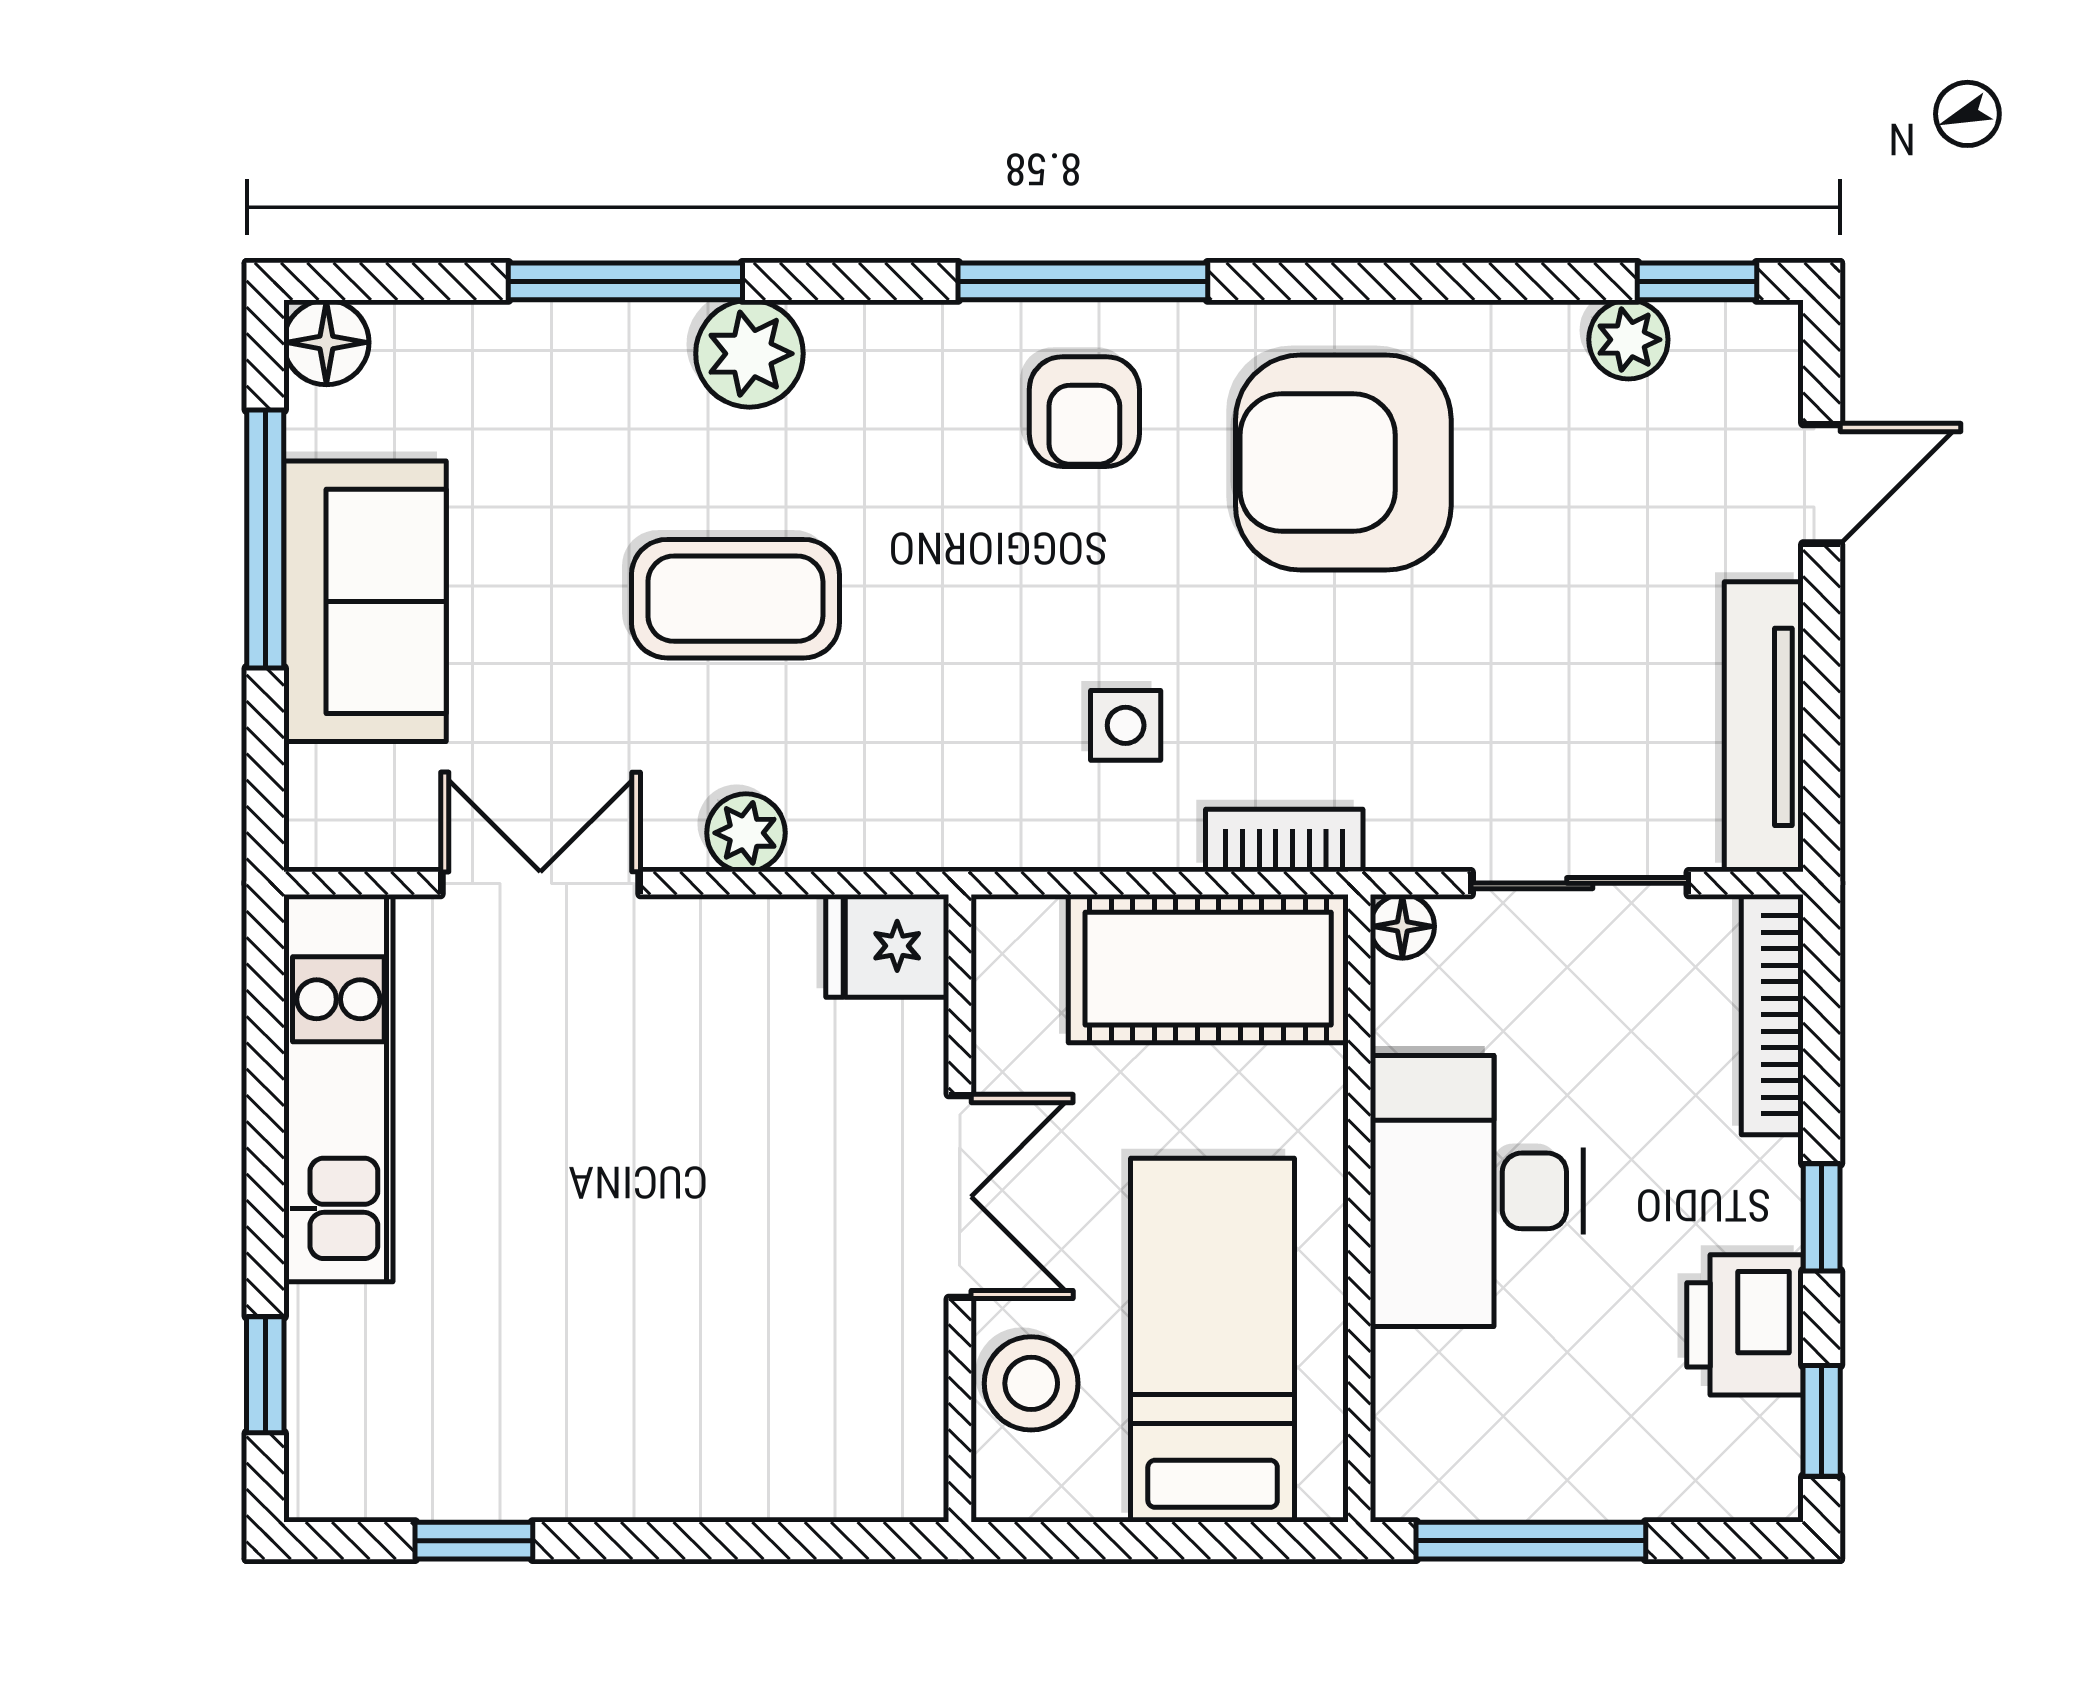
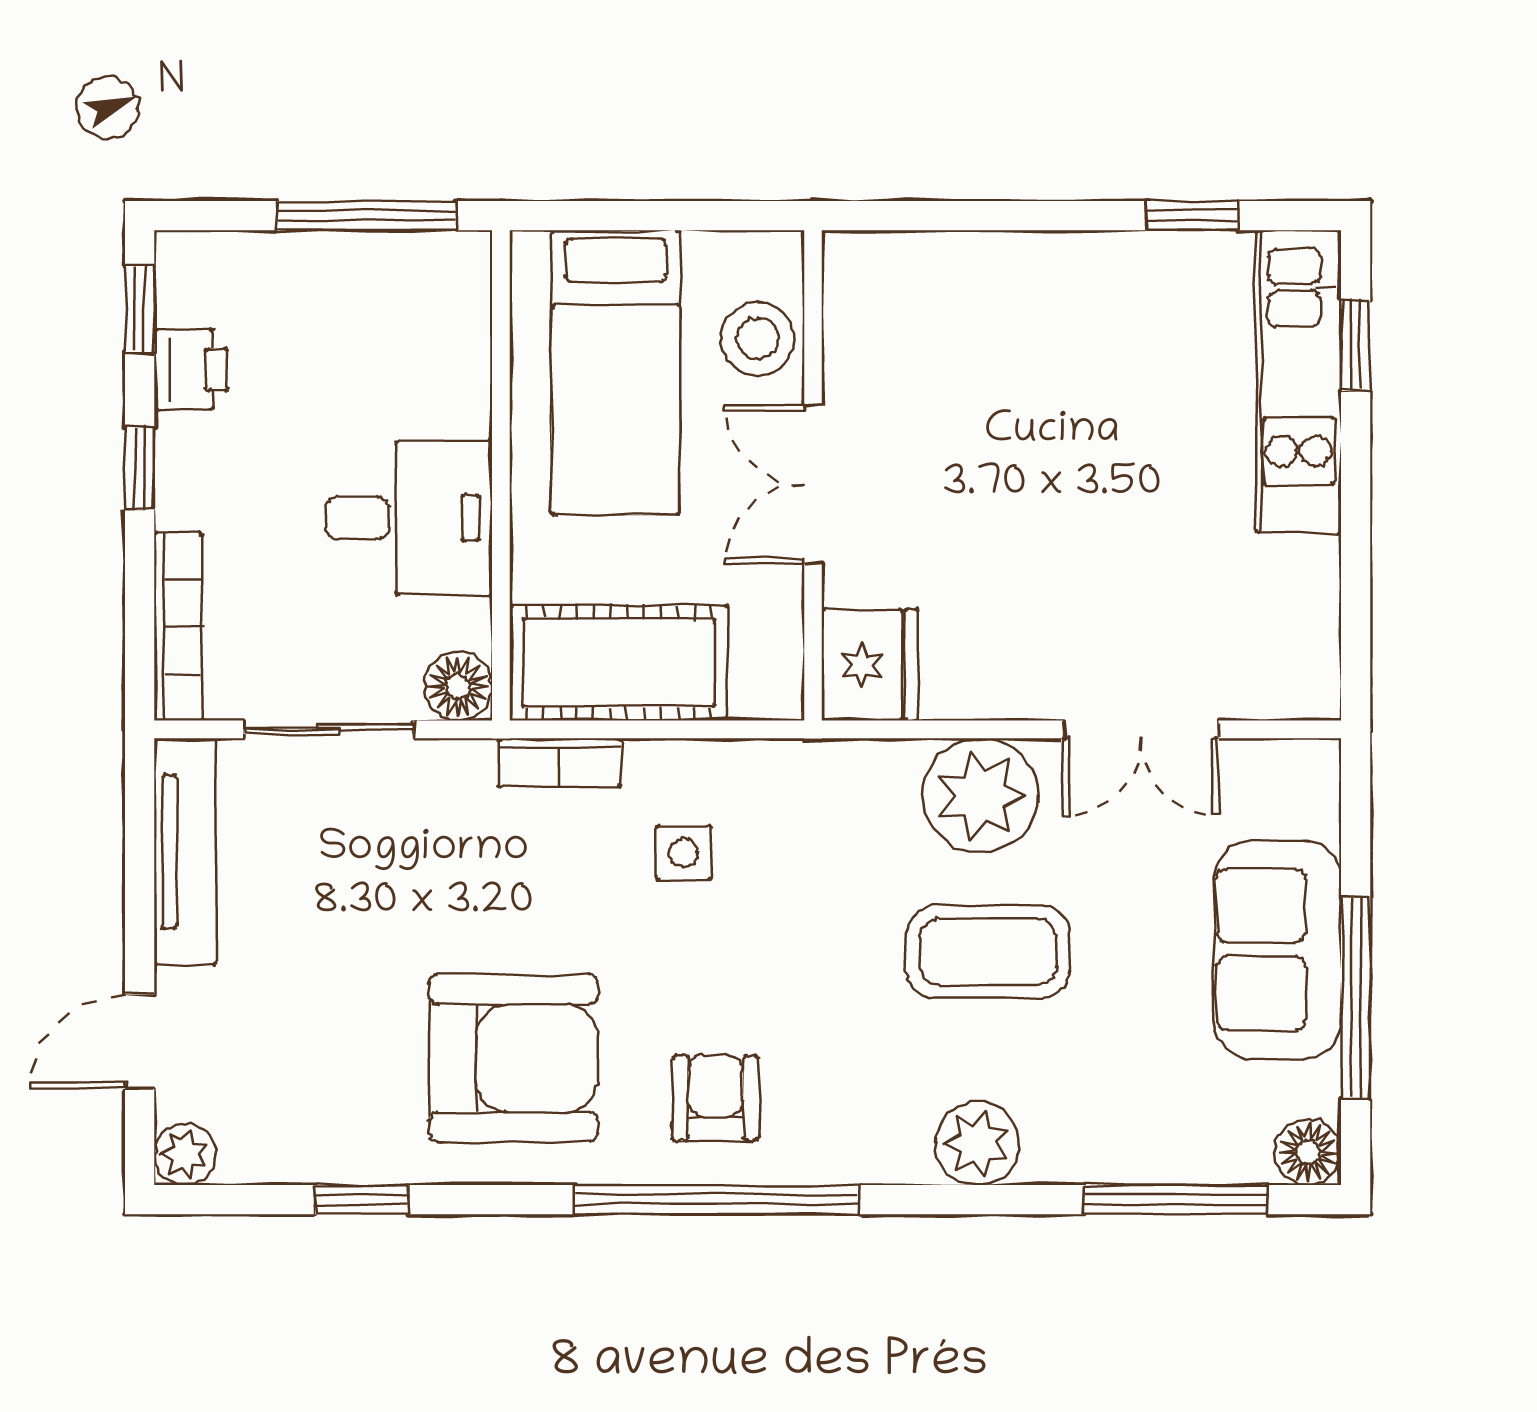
window: (625, 281) -> (1176, 1200), moved
window: (1083, 281) -> (717, 1200), width x1.46
window: (1697, 281) -> (362, 1200), moved
plant: (1628, 340) -> (185, 1154), moved
plant: (746, 833) -> (980, 796), width x1.88, depth x1.88
floor lamp: (1402, 926) -> (458, 686), width x1.37, depth x1.37
fridge: (887, 946) -> (870, 665), width x1.38
kitchen unit: (338, 1088) -> (1299, 381), moved
desk: (1477, 1191) -> (409, 518), width x0.73
printer: (1745, 1325) -> (191, 370), width x0.73, depth x0.81

